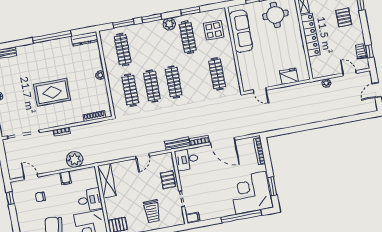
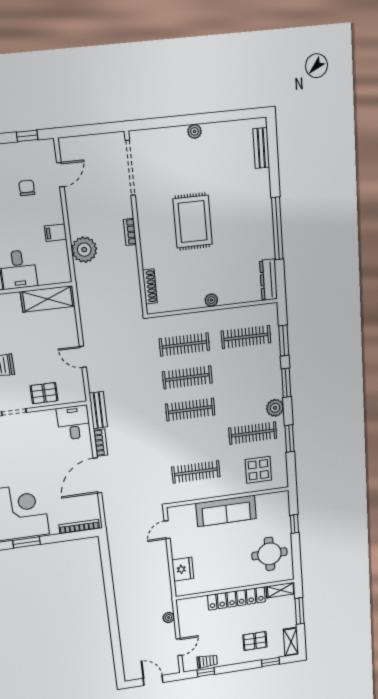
sofa: (241, 31) -> (226, 511), moved

